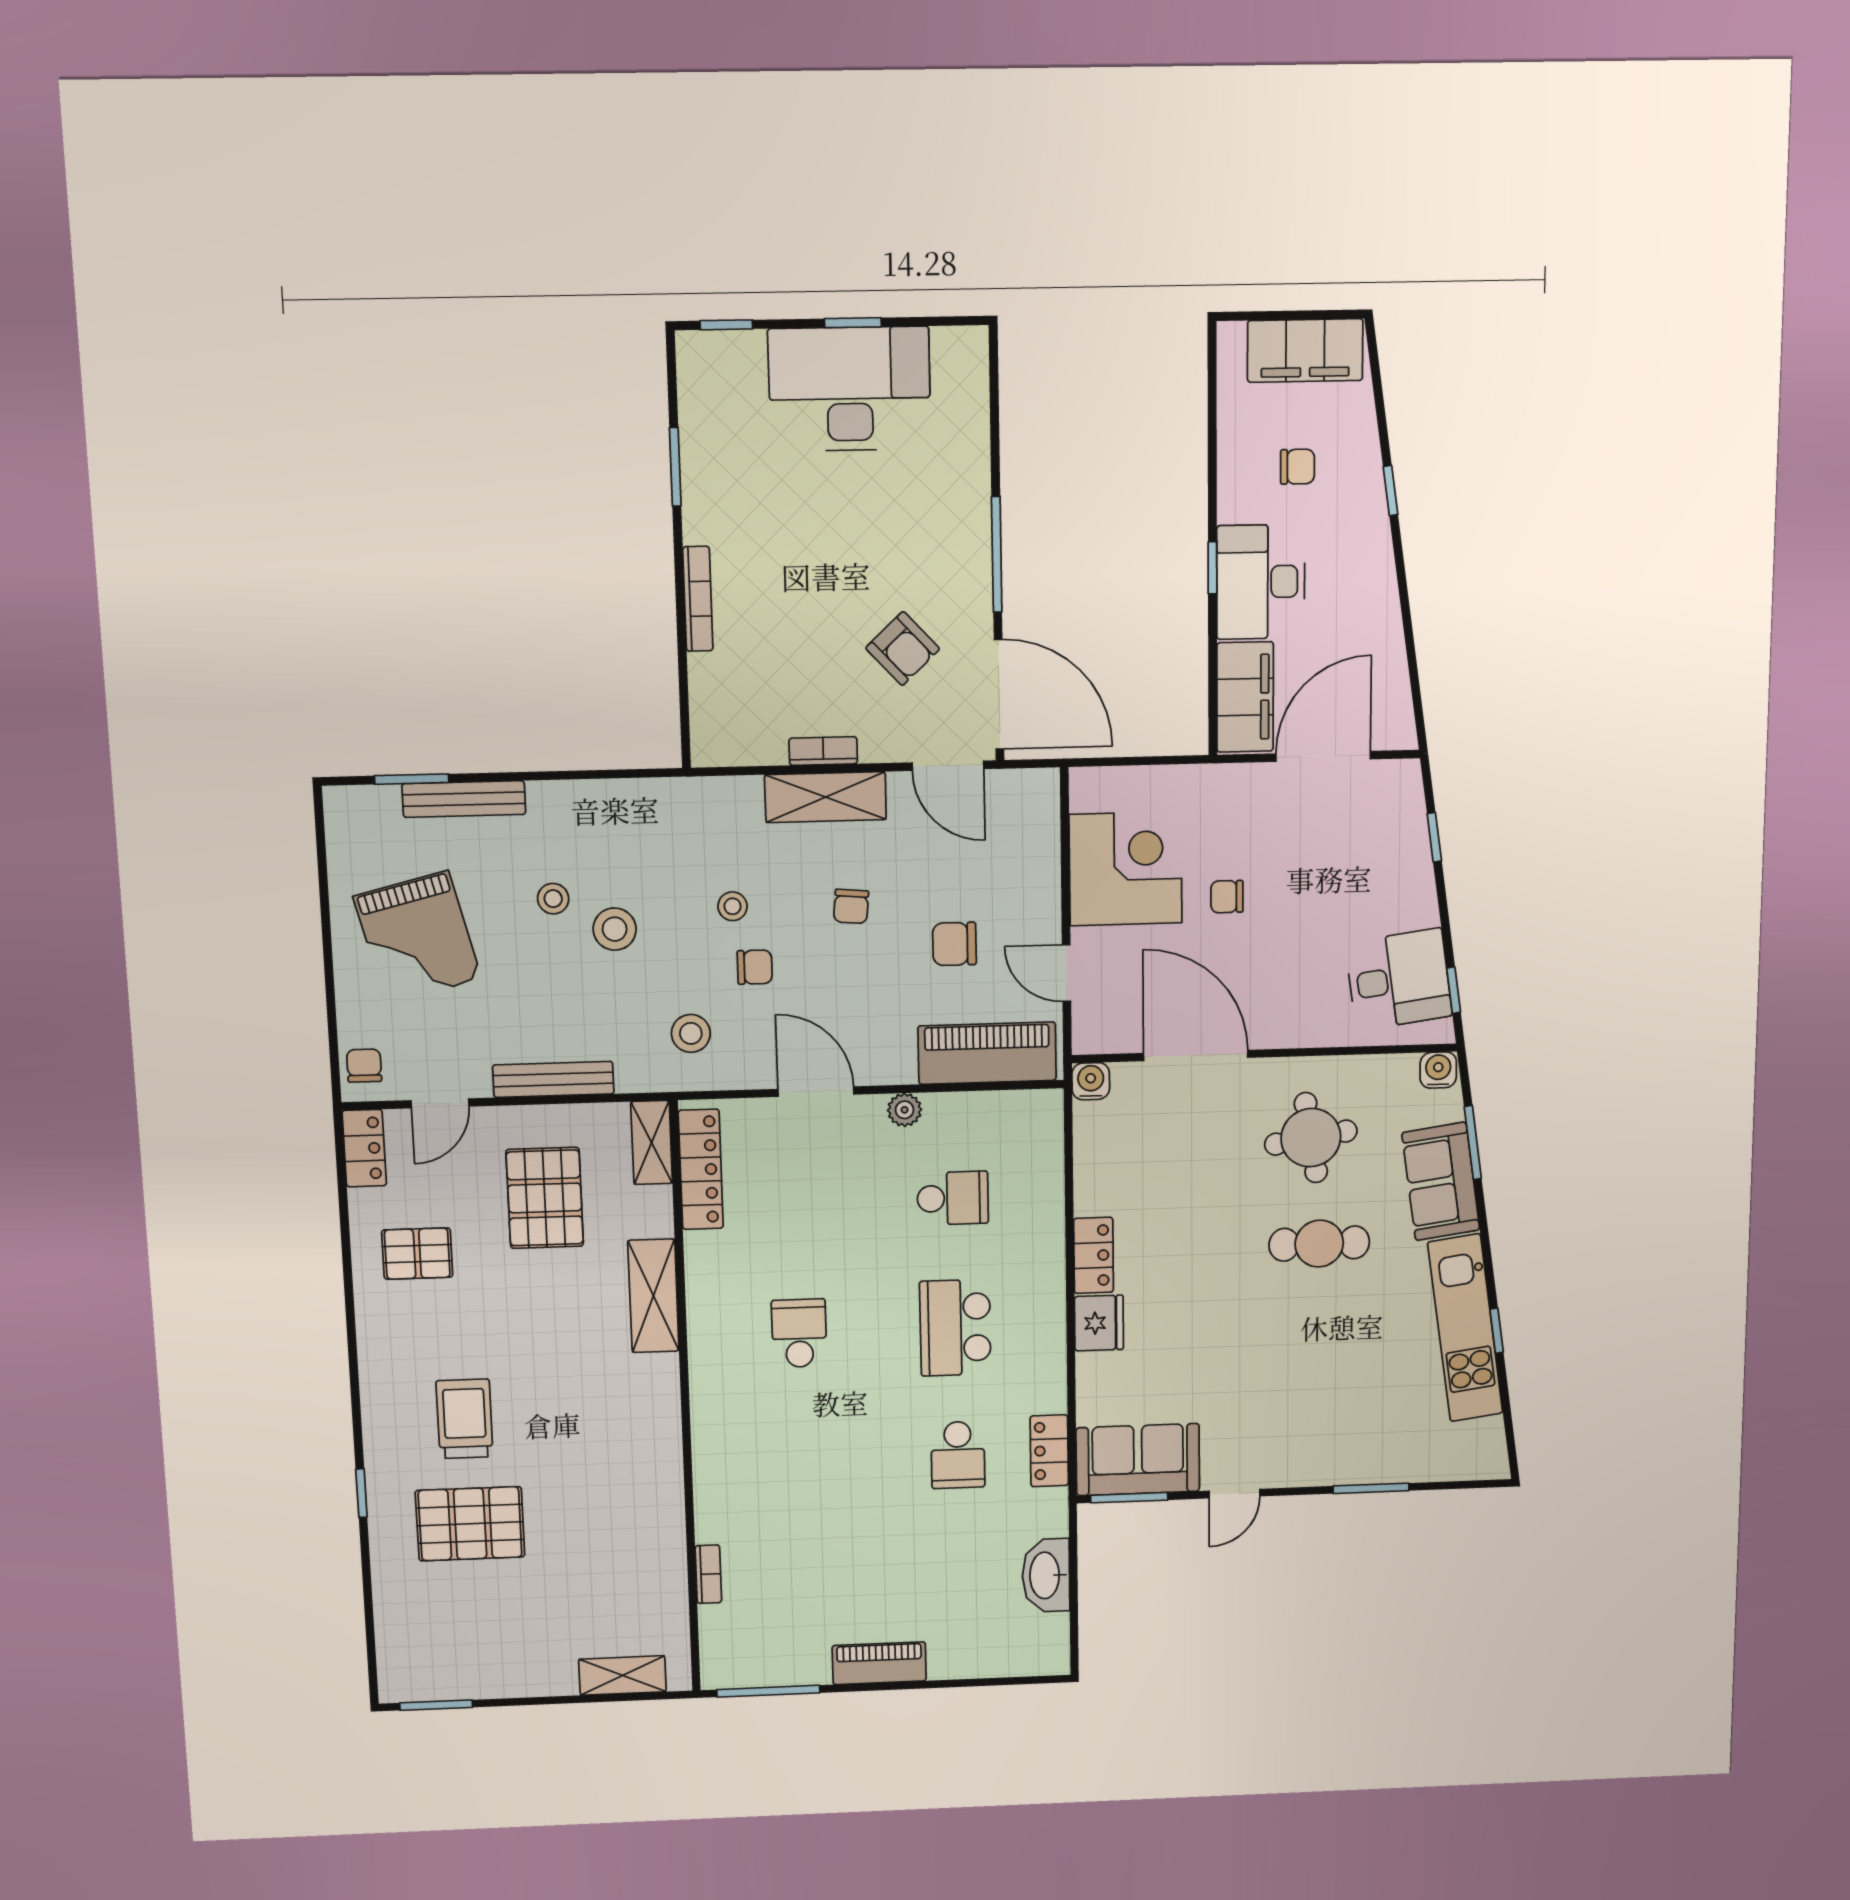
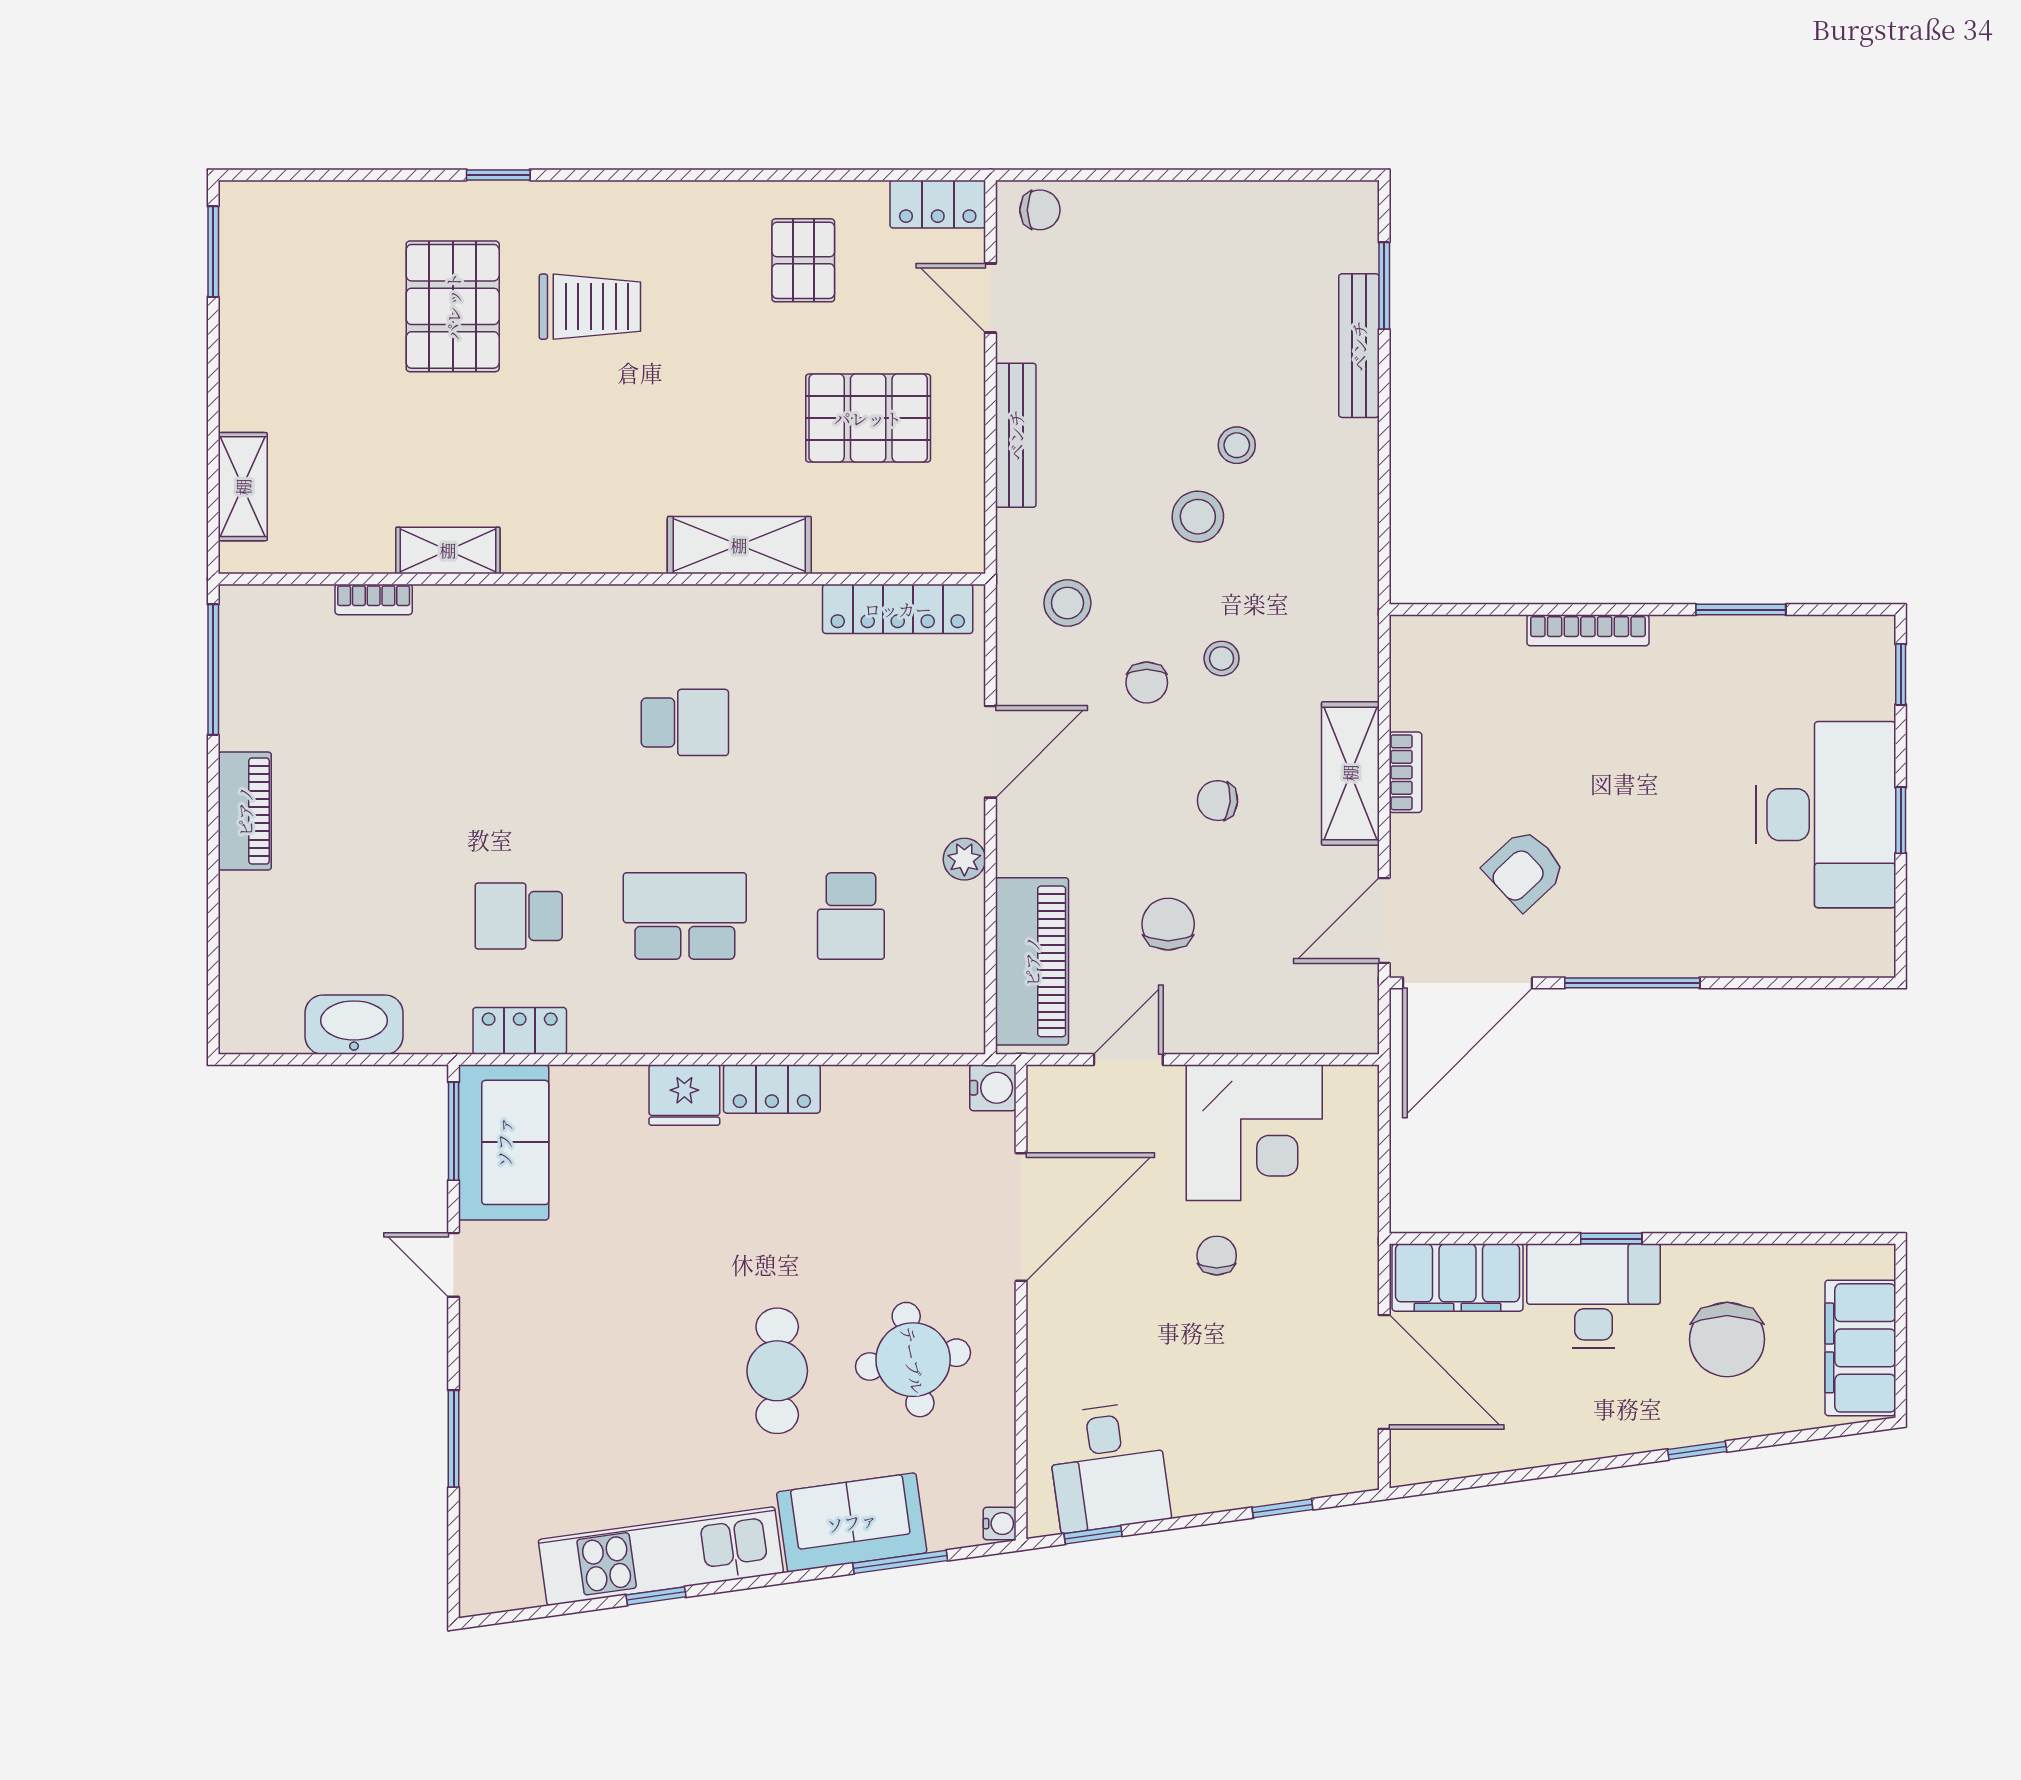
chair: (1297, 467) -> (1727, 1339), width x1.87, depth x1.87
grand piano: (417, 938) -> (1194, 282), removed
water cooler: (1438, 1070) -> (1000, 1524), width x0.72, depth x0.72
shelving: (652, 1143) -> (448, 550), moved

